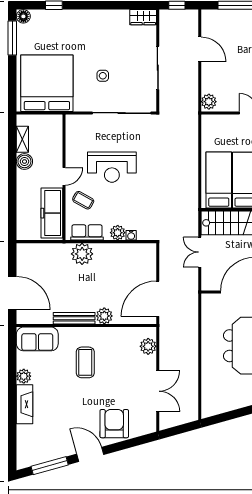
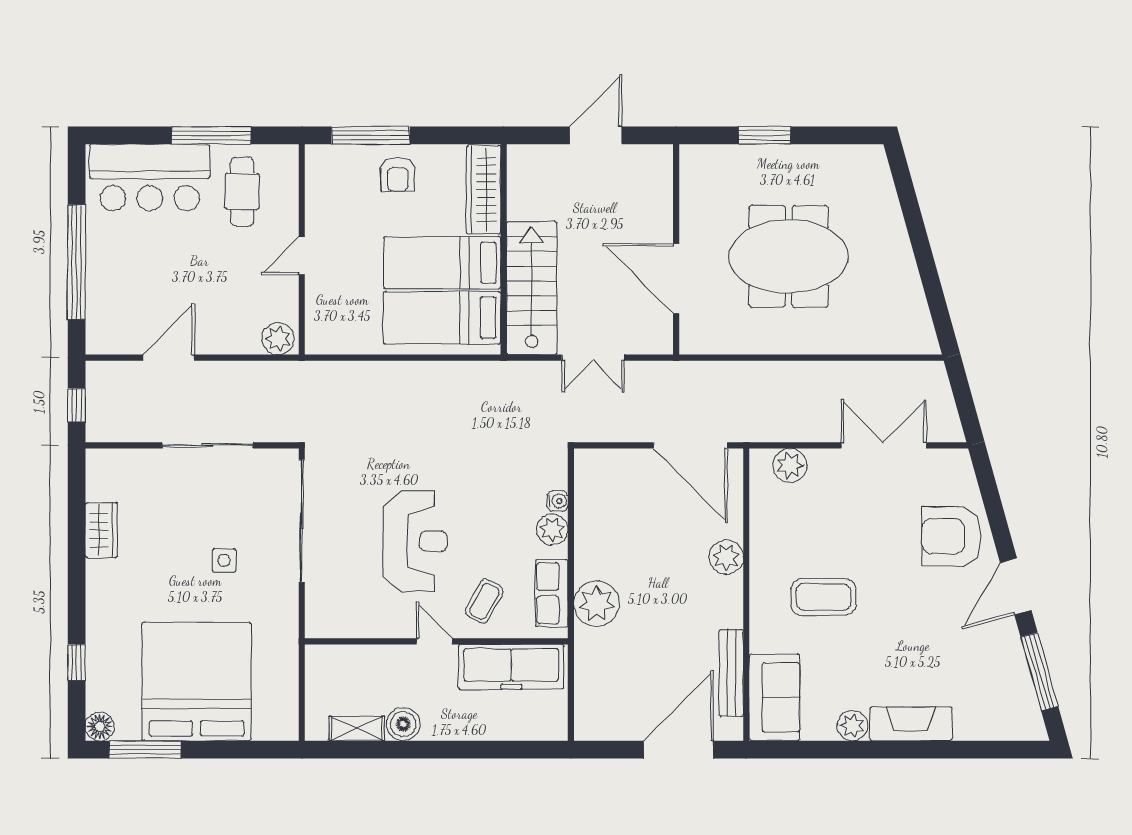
wardrobe: (143, 17) -> (101, 530), moved
bed: (47, 83) -> (196, 682), moved, turned 90
bench: (74, 318) -> (731, 673), moved

